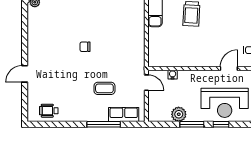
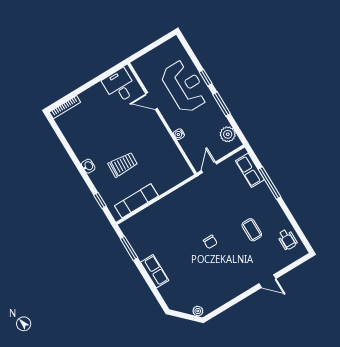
water cooler: (173, 75) -> (179, 134), moved
coffee table: (104, 88) -> (252, 230), moved
plant: (179, 114) -> (228, 134), moved

